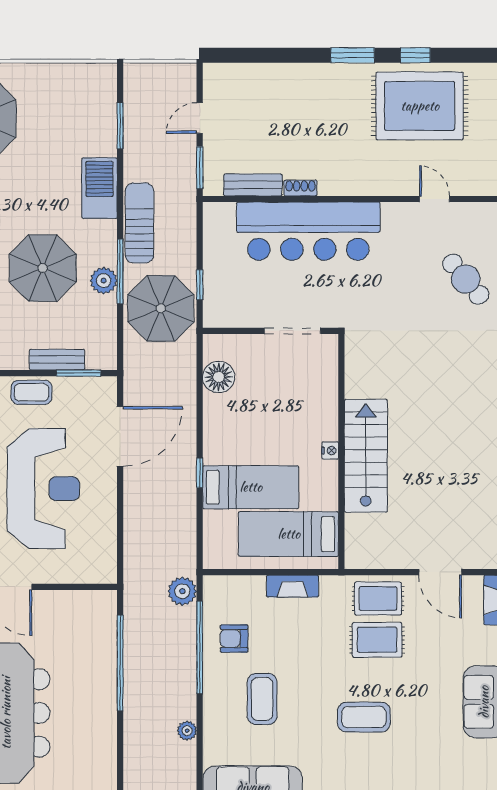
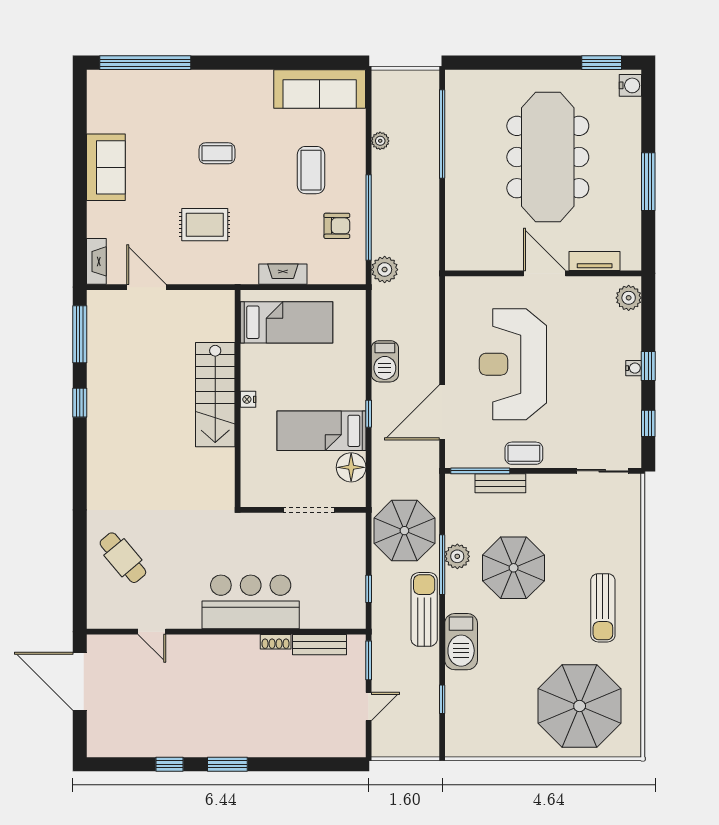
rug: (420, 106) -> (165, 718), removed
window: (120, 126) -> (442, 699), width x0.67
sun lounger: (139, 223) -> (424, 609), turned 180
bar counter: (308, 231) -> (251, 602), width x0.73
window: (200, 285) -> (369, 589), moved
doorway: (293, 331) -> (309, 510), moved
window: (79, 373) -> (480, 471), width x1.44
window: (200, 473) -> (369, 414), moved
bed: (251, 487) -> (322, 431), moved
barbecue: (182, 492) -> (385, 361), added
rug: (378, 598) -> (204, 263), removed
window: (120, 663) -> (442, 134), moved
coffee table: (364, 717) -> (217, 153), width x0.73, depth x0.77

